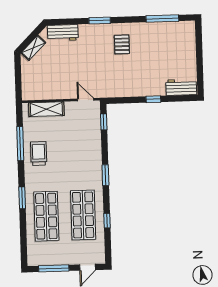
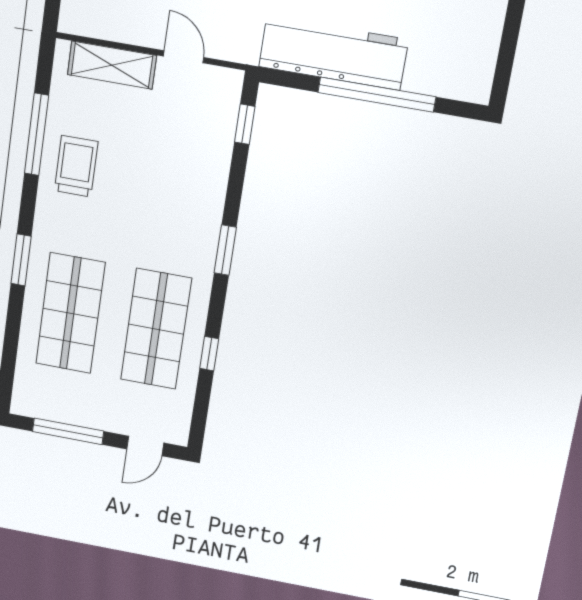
workbench: (181, 87) -> (333, 53), moved, width x1.88, depth x1.32
window: (153, 99) -> (377, 95), width x3.17
door: (86, 100) -> (184, 57), moved

